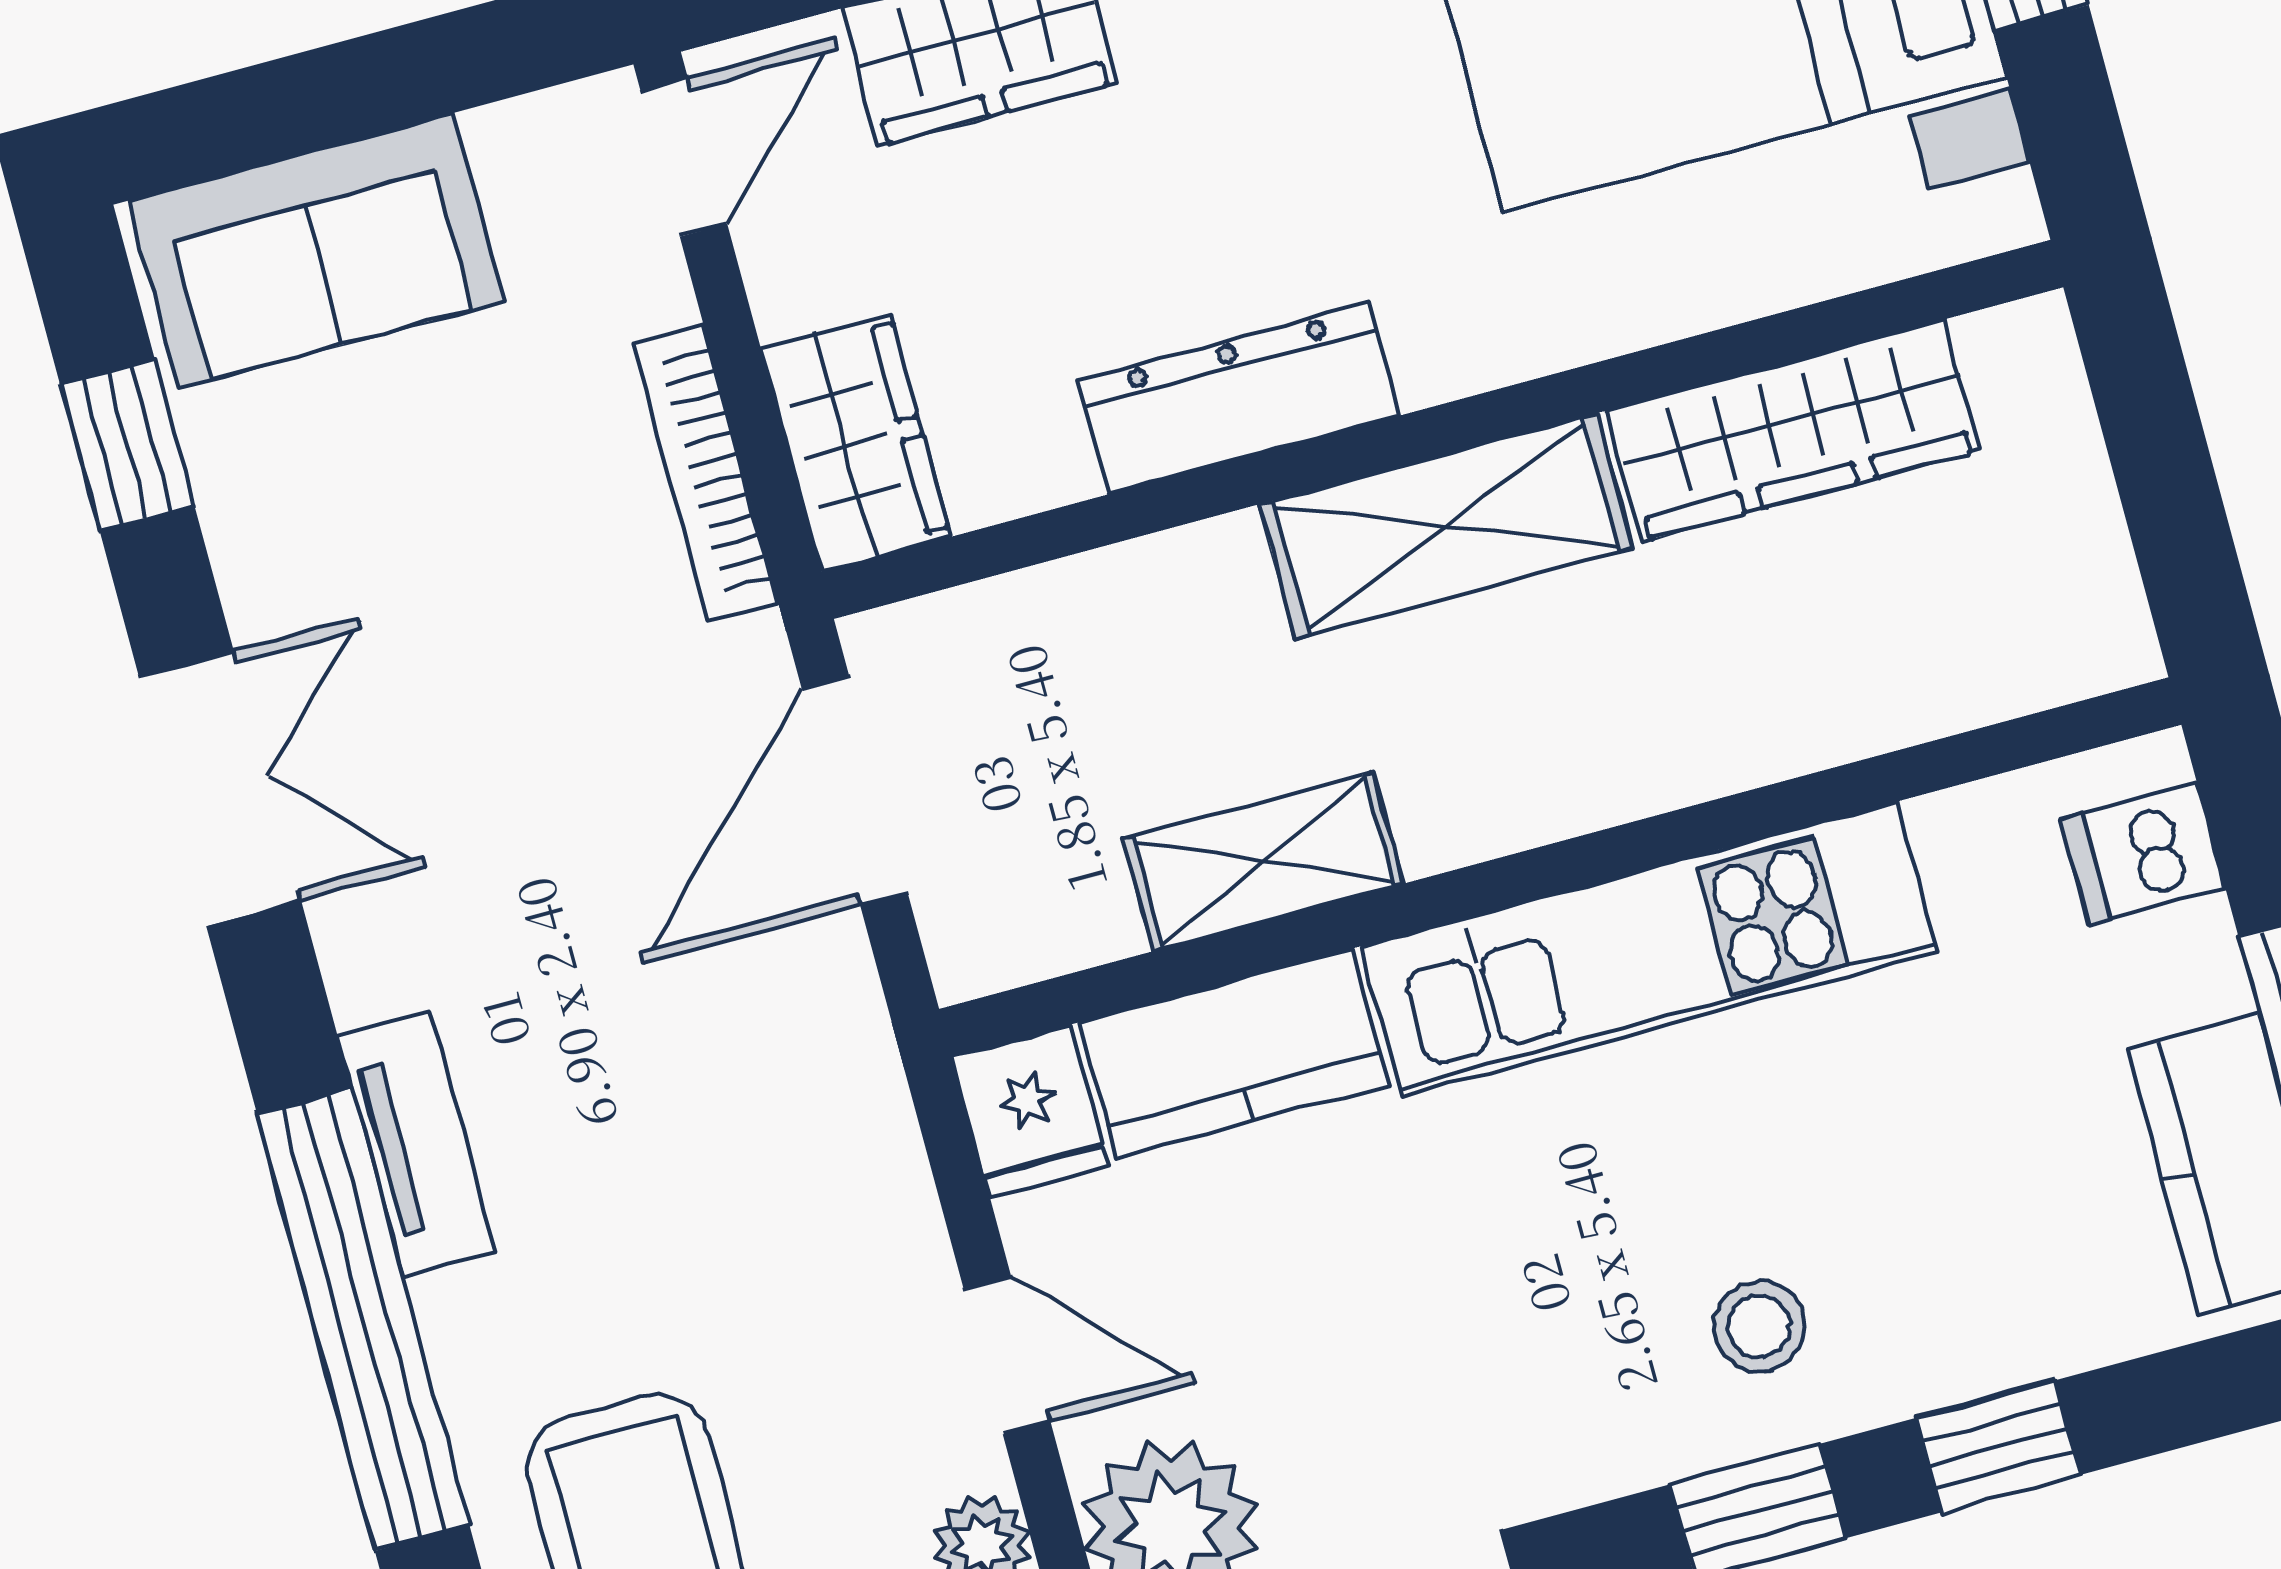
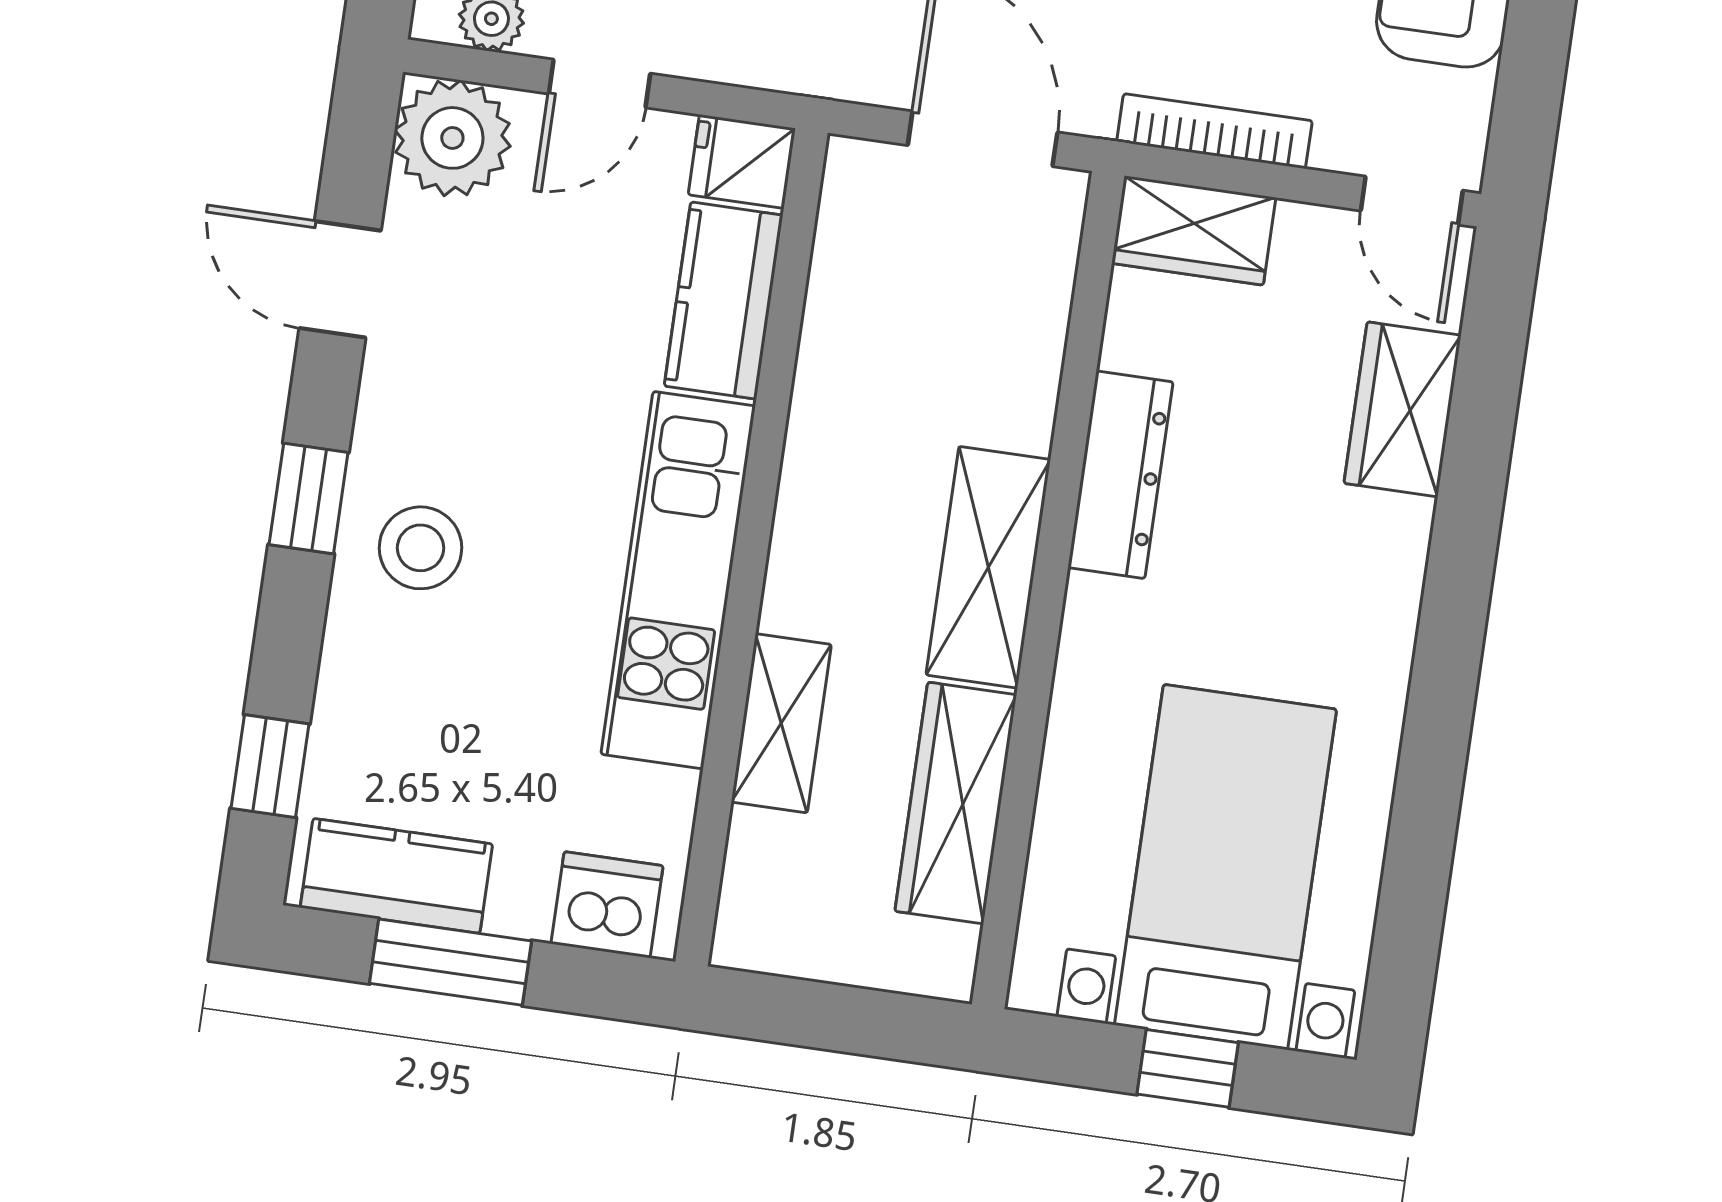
dishwasher: (2143, 854) -> (607, 905), width x1.38
shelving: (1263, 862) -> (781, 723), moved
stool: (1759, 1326) -> (421, 548), width x1.37, depth x1.37
window: (1999, 1446) -> (270, 766), moved

